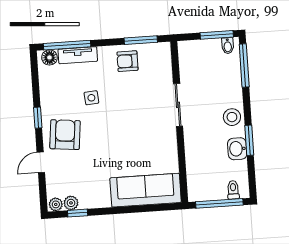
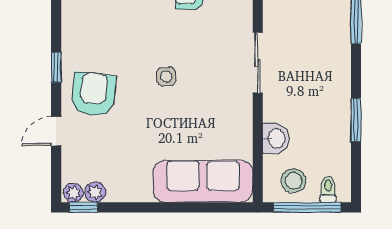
side table: (91, 98) -> (166, 76), moved
stool: (232, 117) -> (293, 181), moved
washbasin: (237, 149) -> (276, 138), moved, turned 180
window: (78, 213) -> (83, 207), moved

